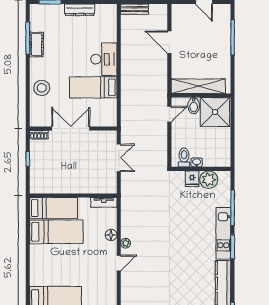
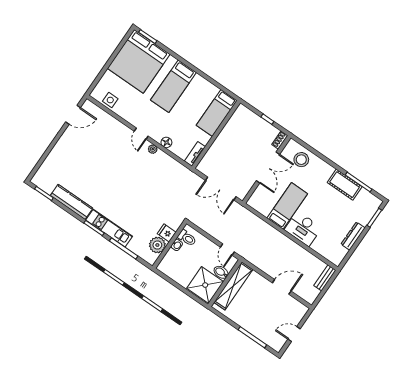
cot: (36, 45) -> (345, 185), width x1.37, depth x1.34
stool: (42, 88) -> (301, 160), moved
double door: (119, 158) -> (221, 188), width x1.37
bed: (56, 232) -> (173, 86), moved

